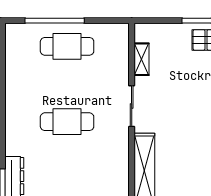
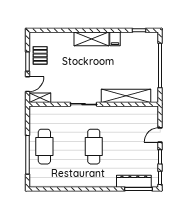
door: (162, 21) -> (27, 84), added
shelving: (142, 59) -> (40, 98), moved

